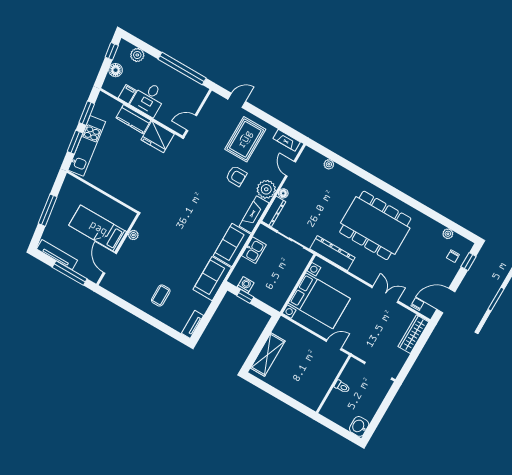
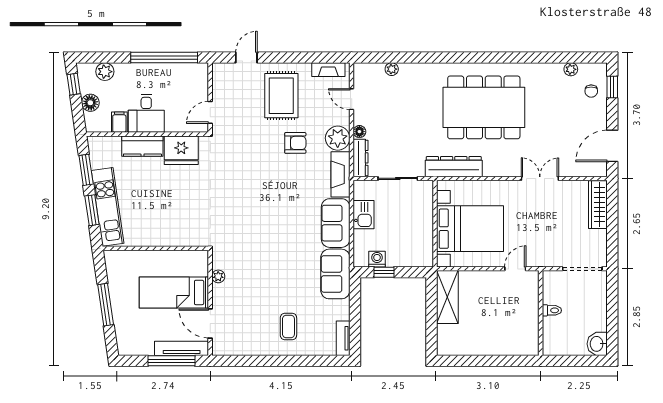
tv unit: (57, 255) -> (182, 348), moved
chair: (417, 304) -> (583, 168), removed
shelving: (268, 355) -> (447, 297), moved

